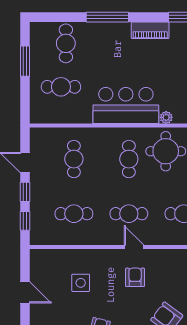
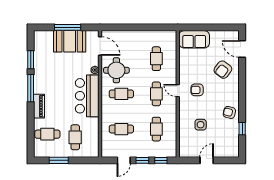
window: (107, 17) -> (31, 88), moved
piano: (150, 30) -> (39, 106), moved
door: (134, 247) -> (178, 91), hinge flipped

